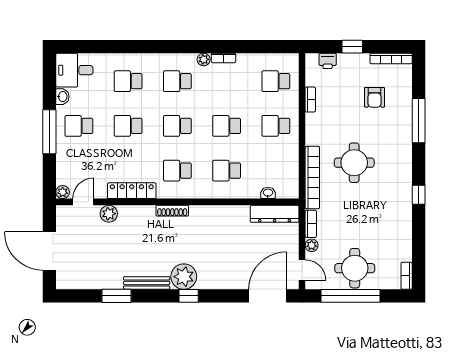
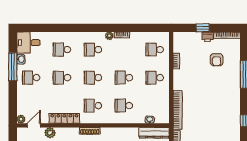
printer: (328, 61) -> (208, 37), moved
window: (49, 132) -> (13, 67), moved
round table: (354, 163) -> (204, 101), removed

